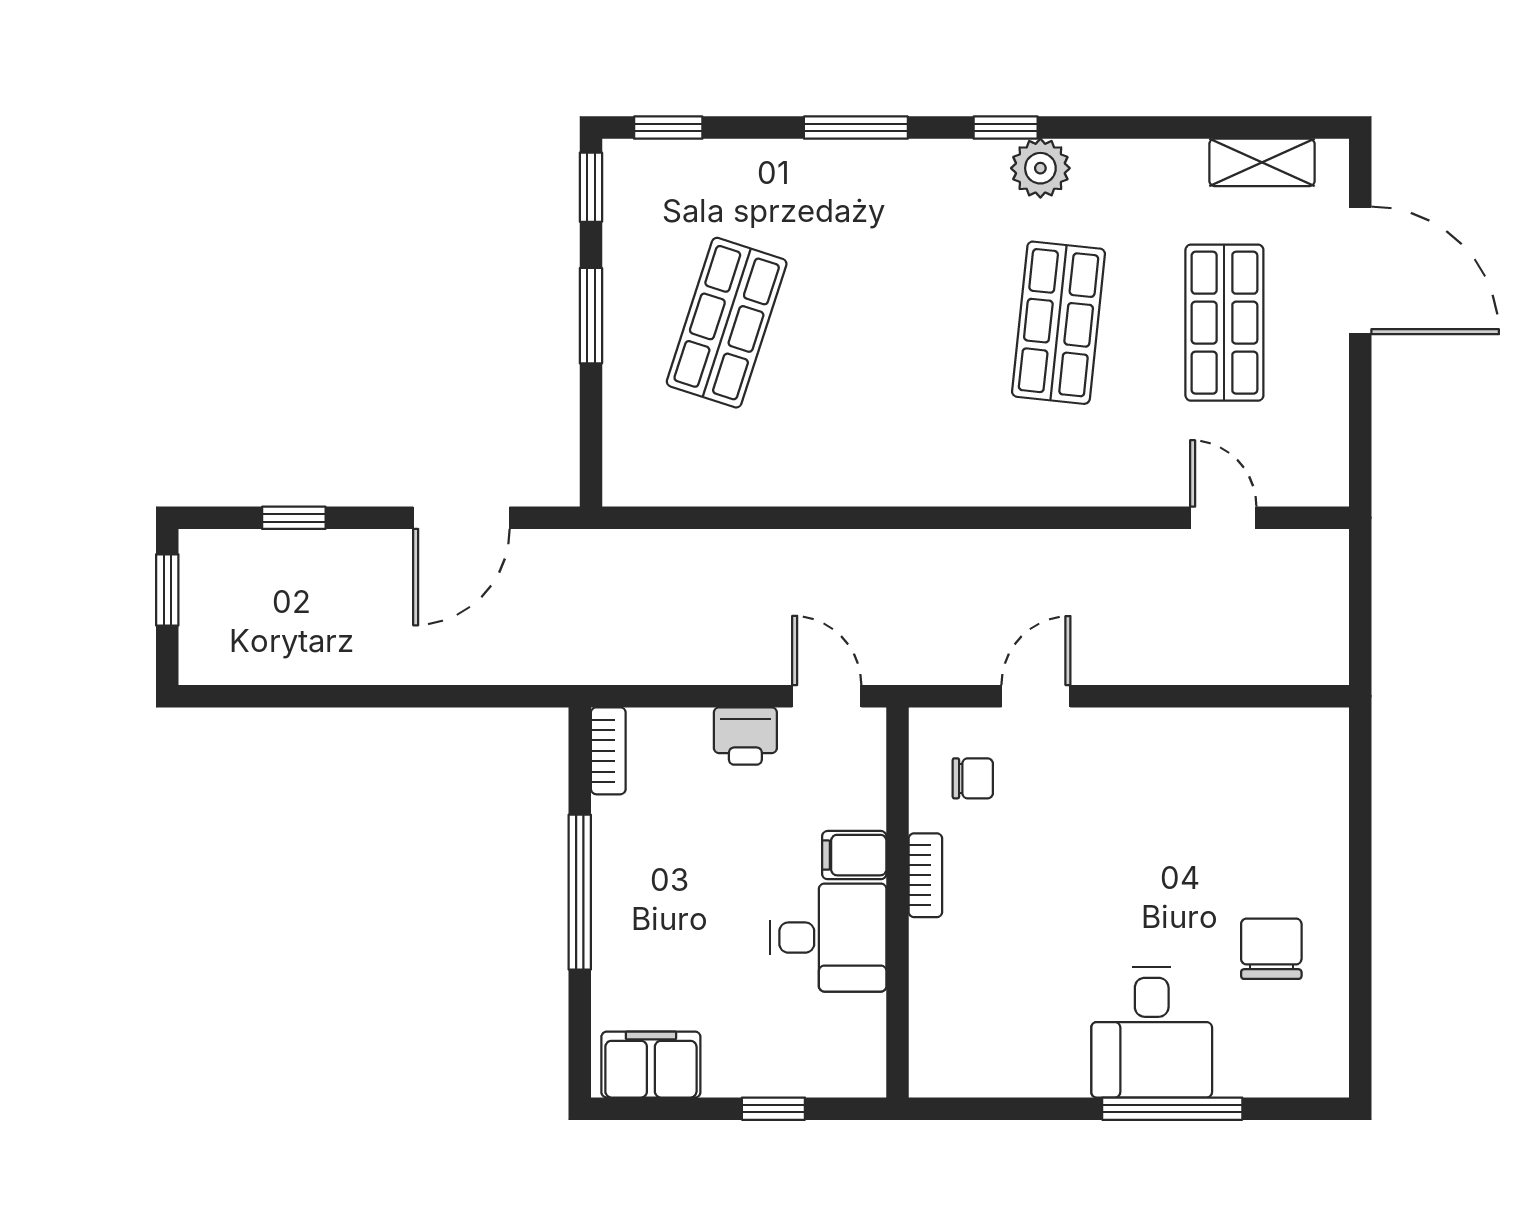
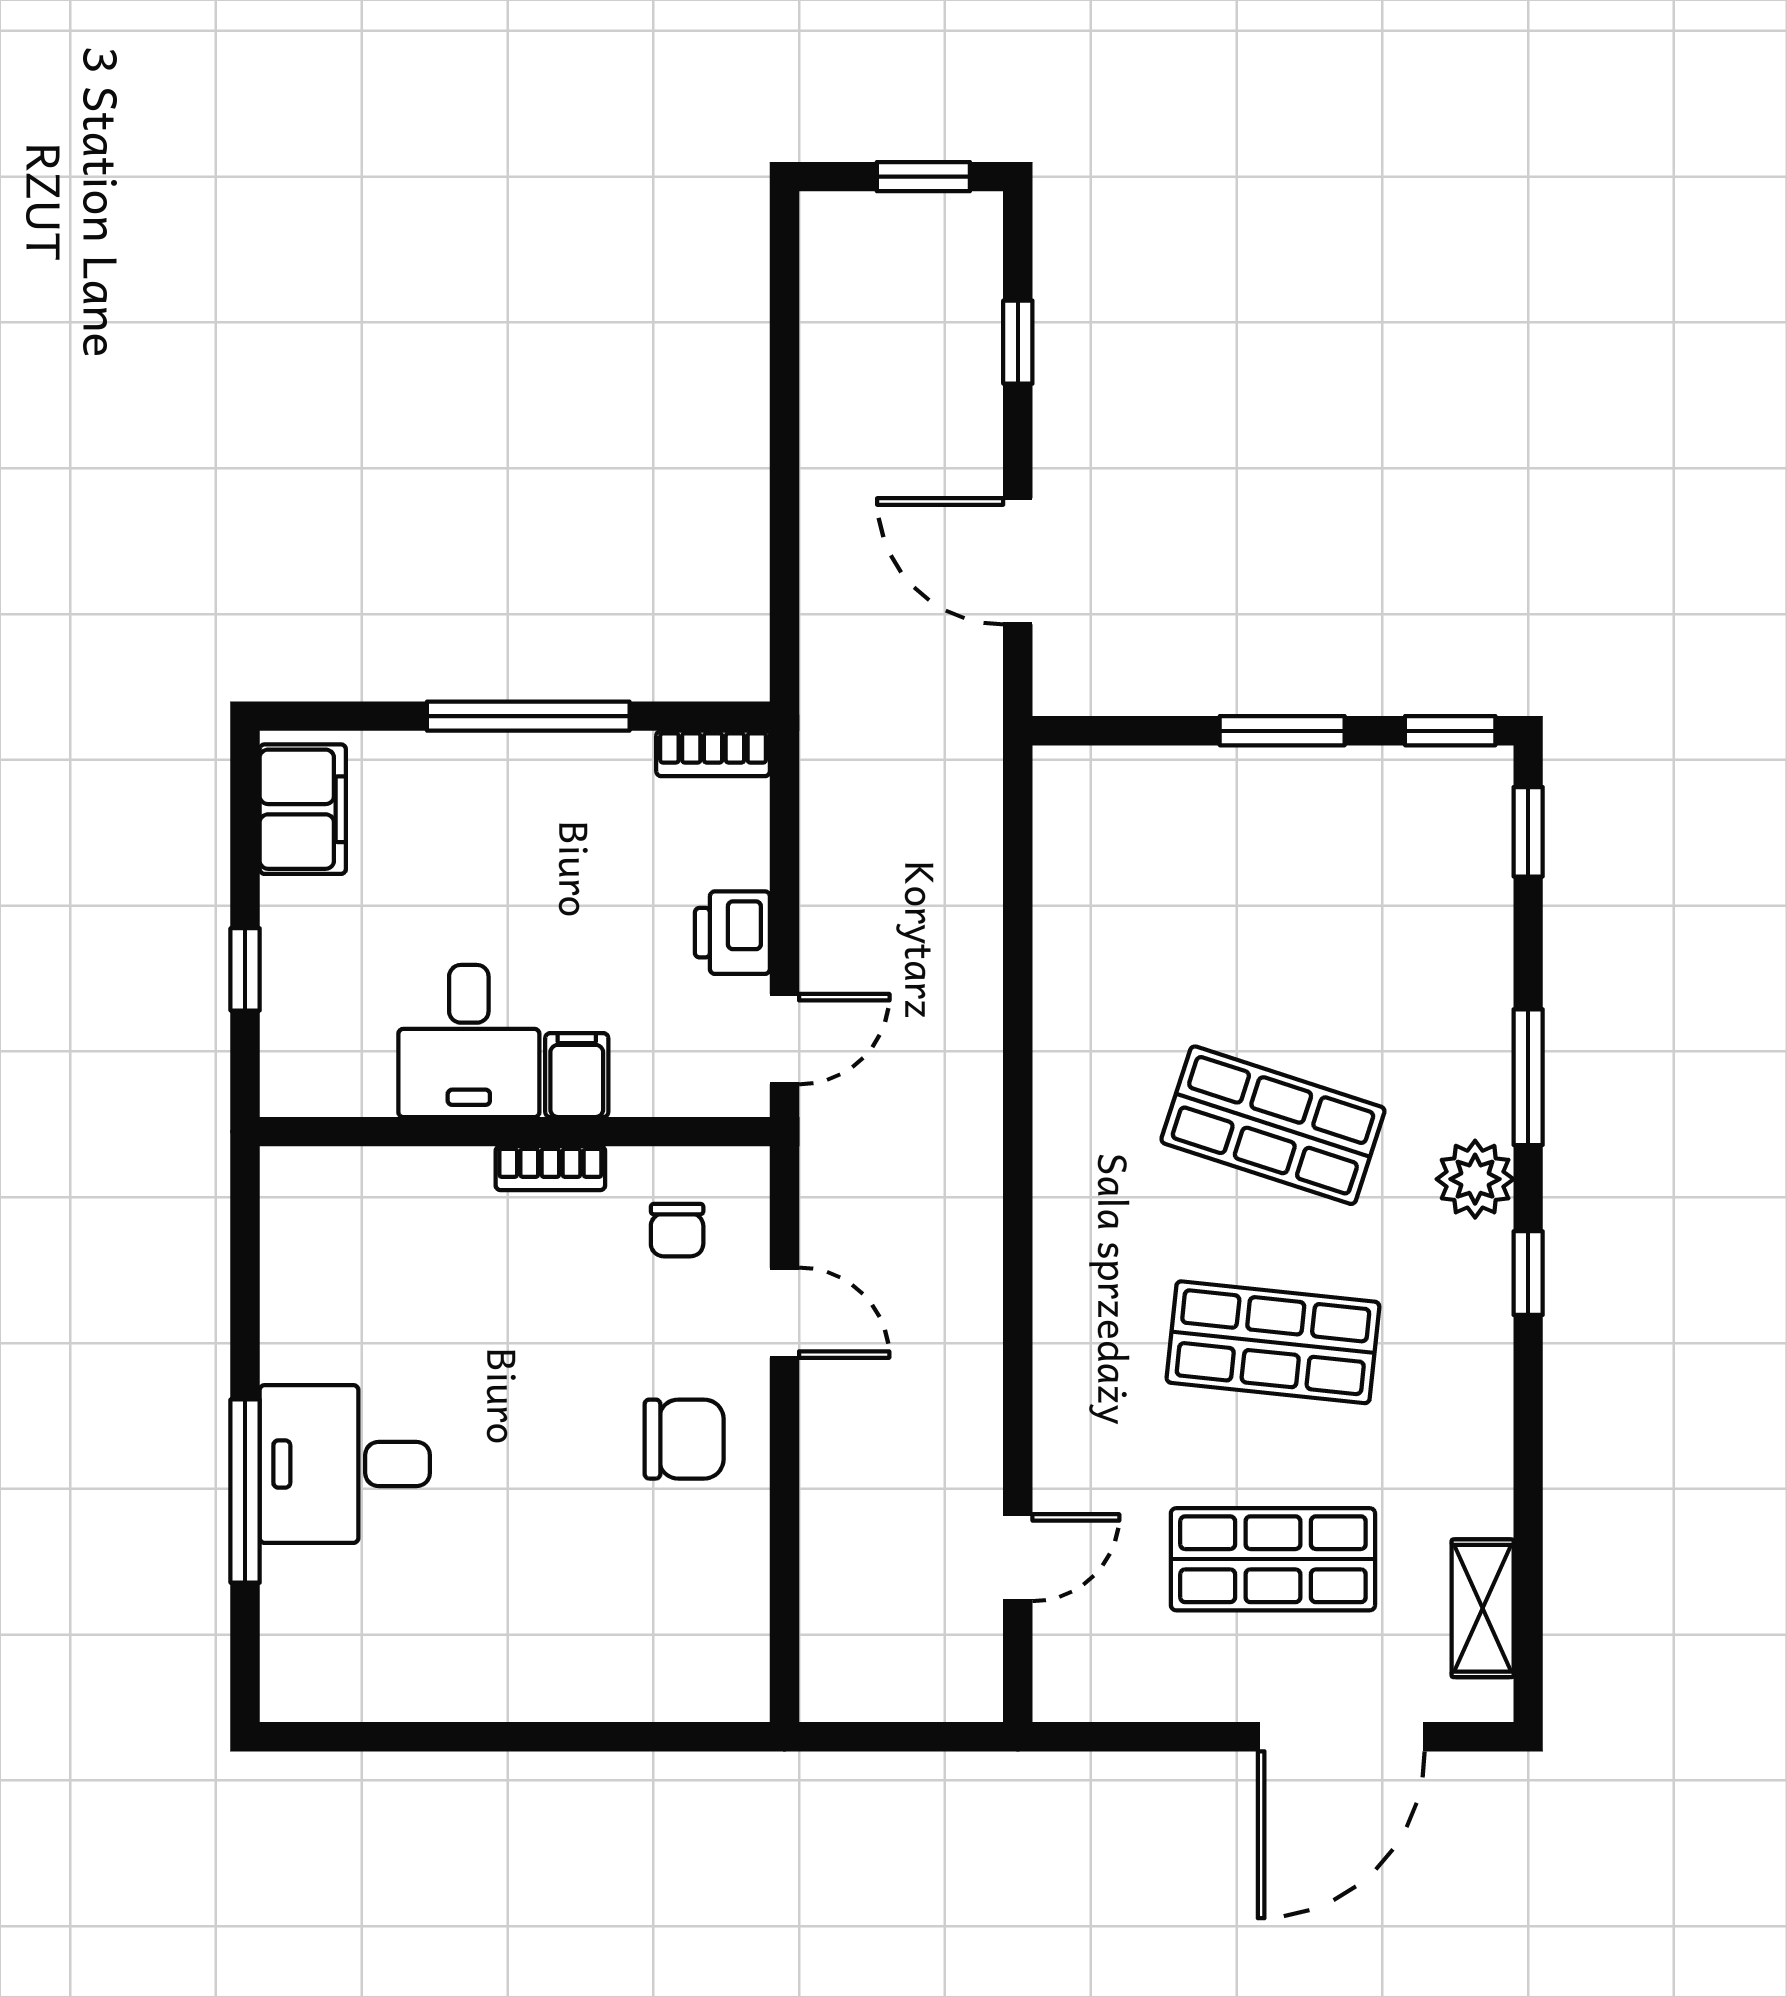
plant: (1040, 168) -> (1475, 1179), moved
shop shelf: (727, 323) -> (1273, 1125), moved
chair: (1271, 949) -> (684, 1439), moved

